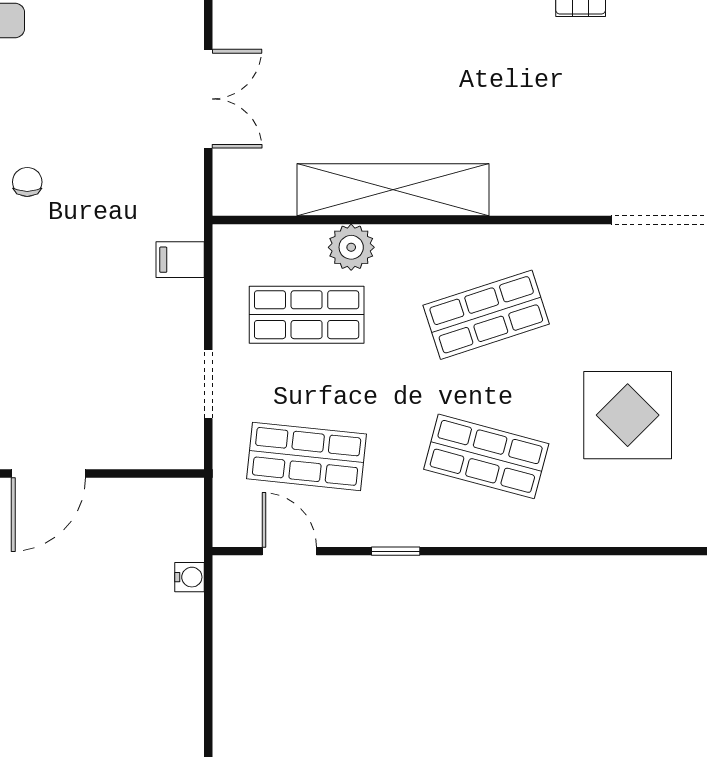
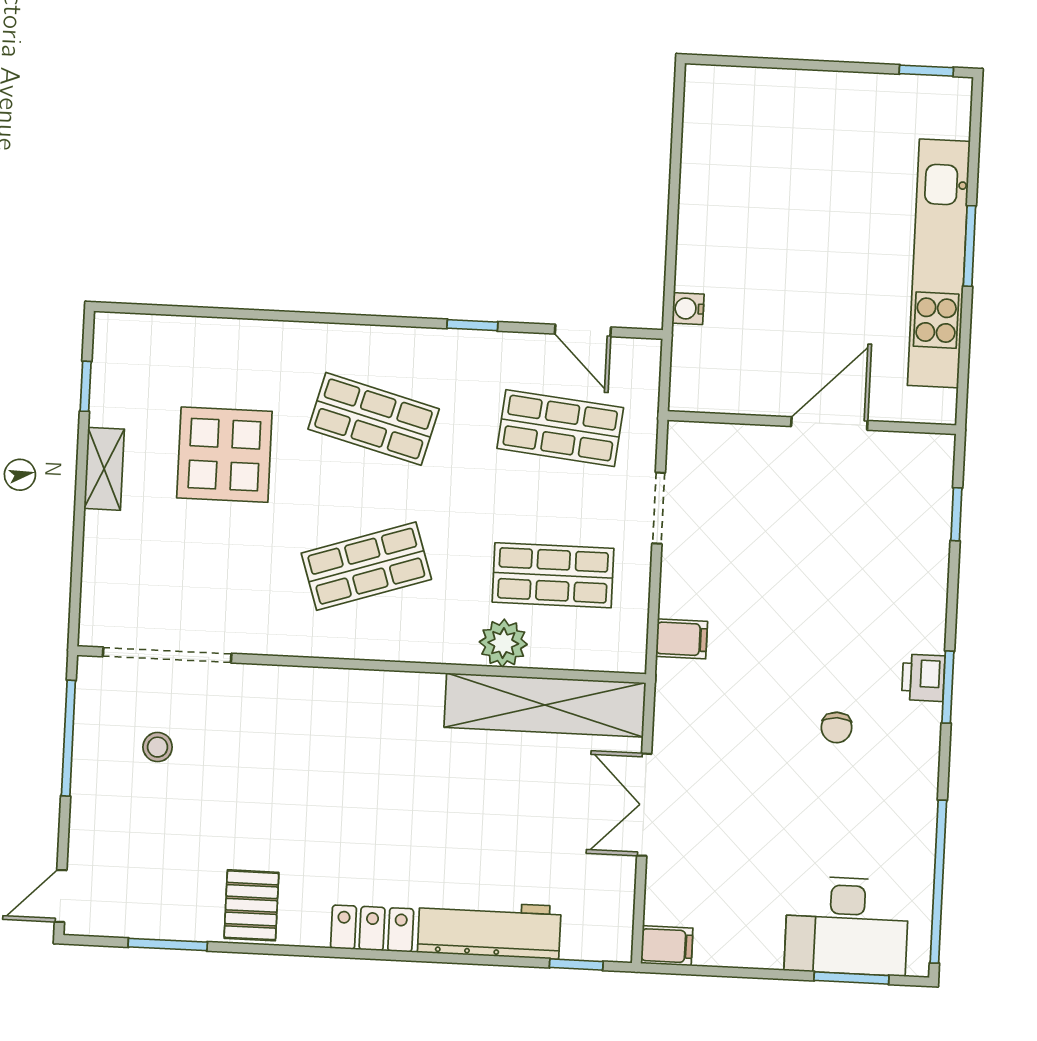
stool: (678, 131) -> (158, 747), added
shelving: (393, 190) -> (545, 705), moved

